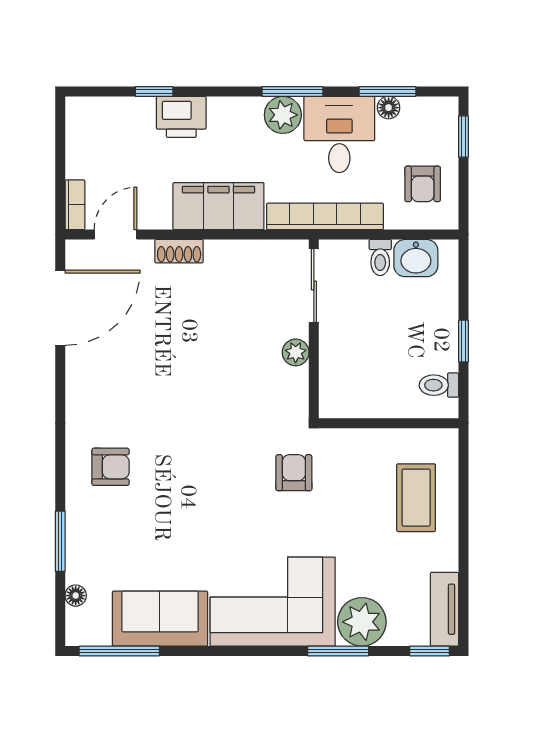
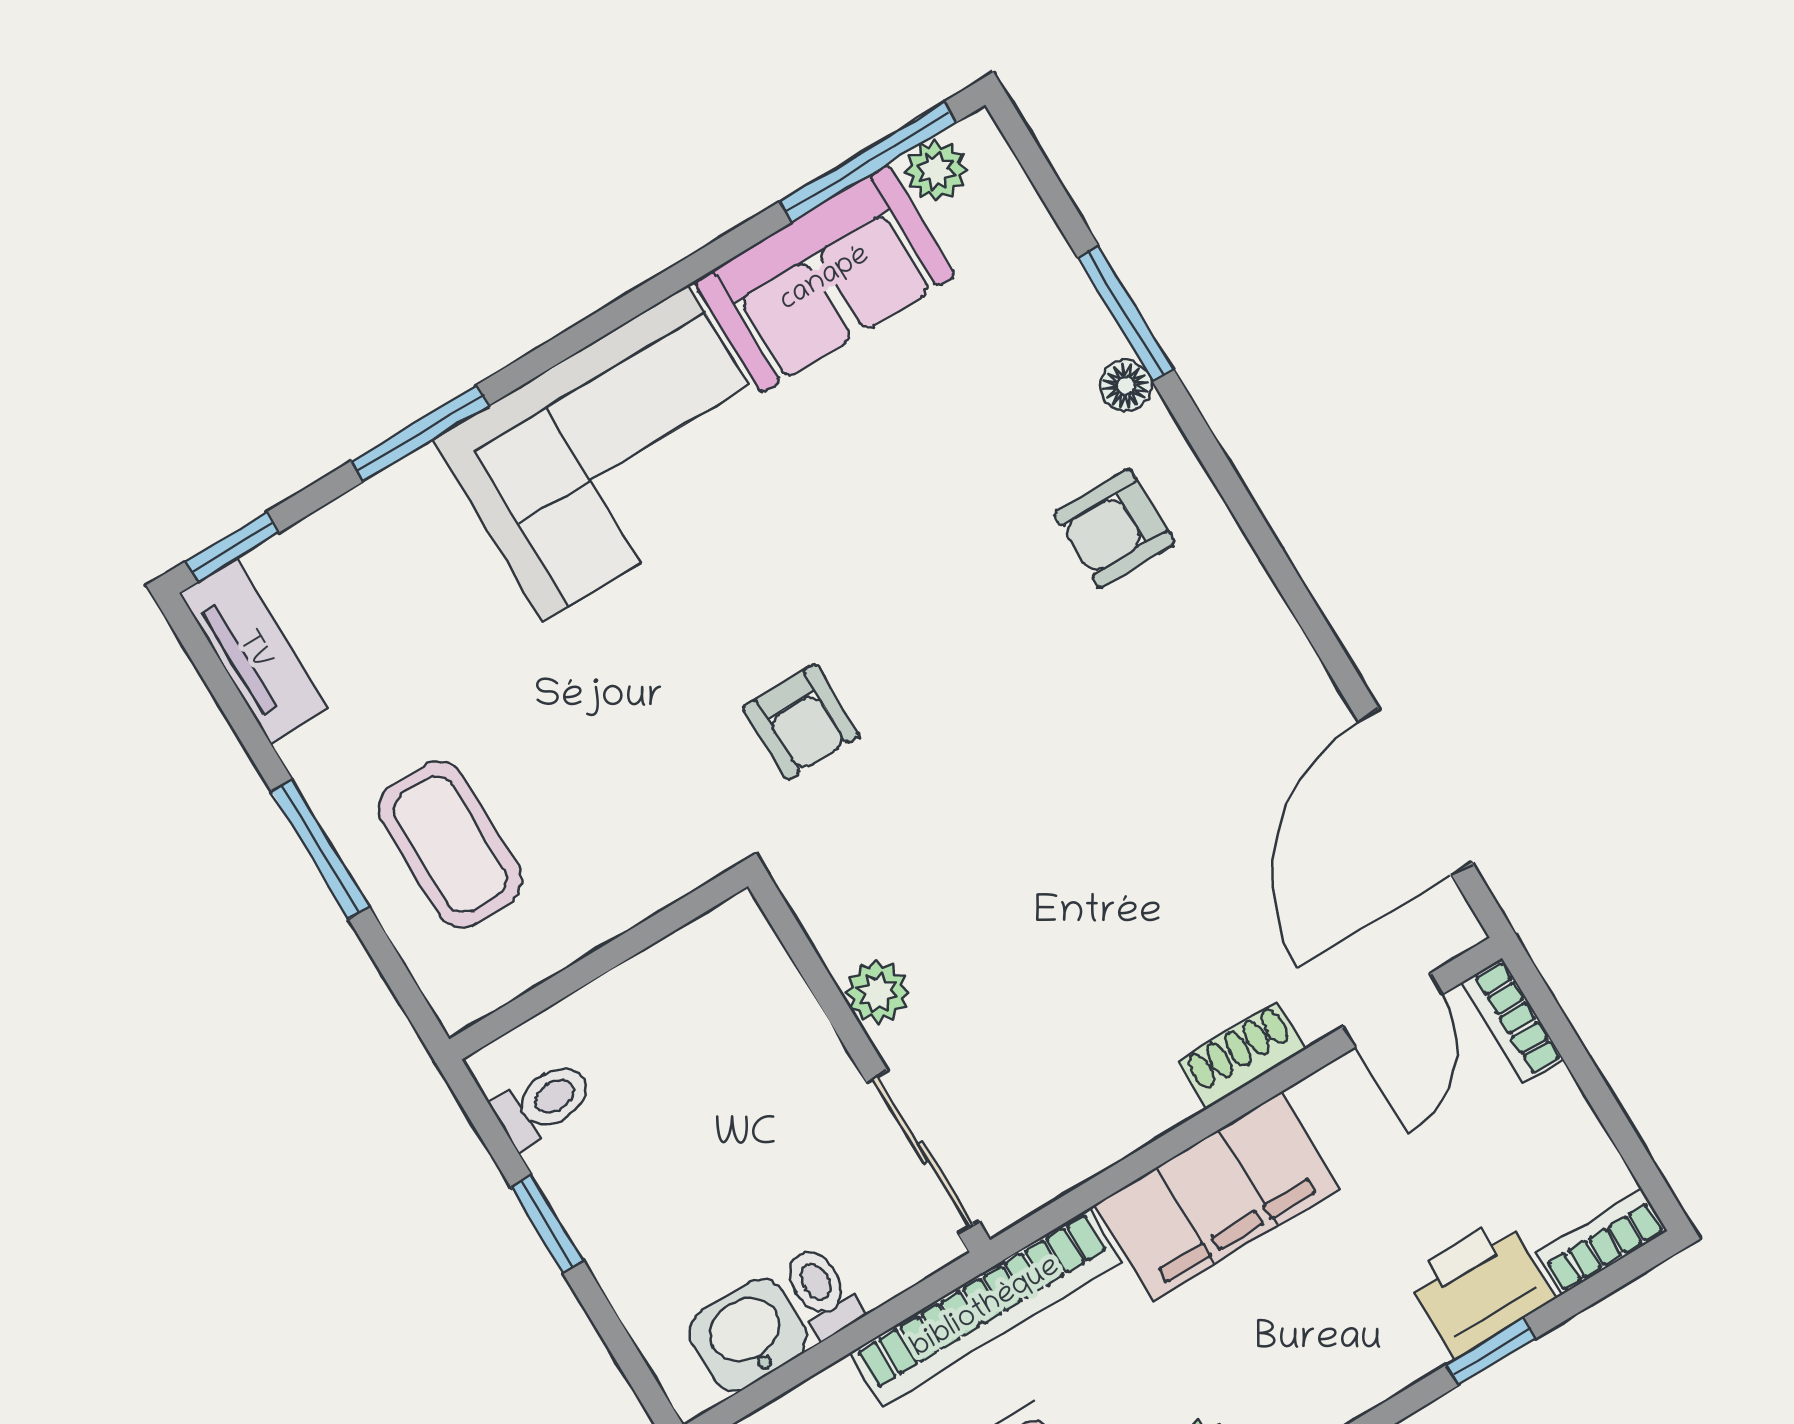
bookcase: (91, 107) -> (1602, 1242), added
printer: (181, 117) -> (1480, 1287), moved
armchair: (294, 473) -> (801, 722), moved
window: (463, 524) -> (320, 849), added
floor lamp: (76, 596) -> (1126, 386), moved
plant: (362, 622) -> (936, 170), moved, width x0.53, depth x0.53

